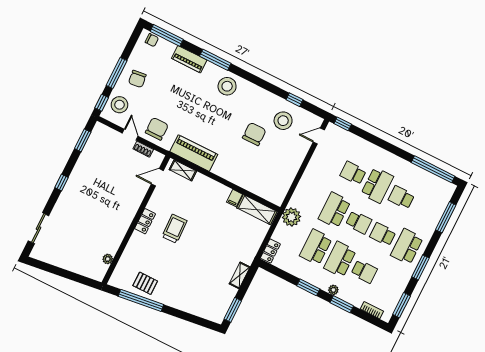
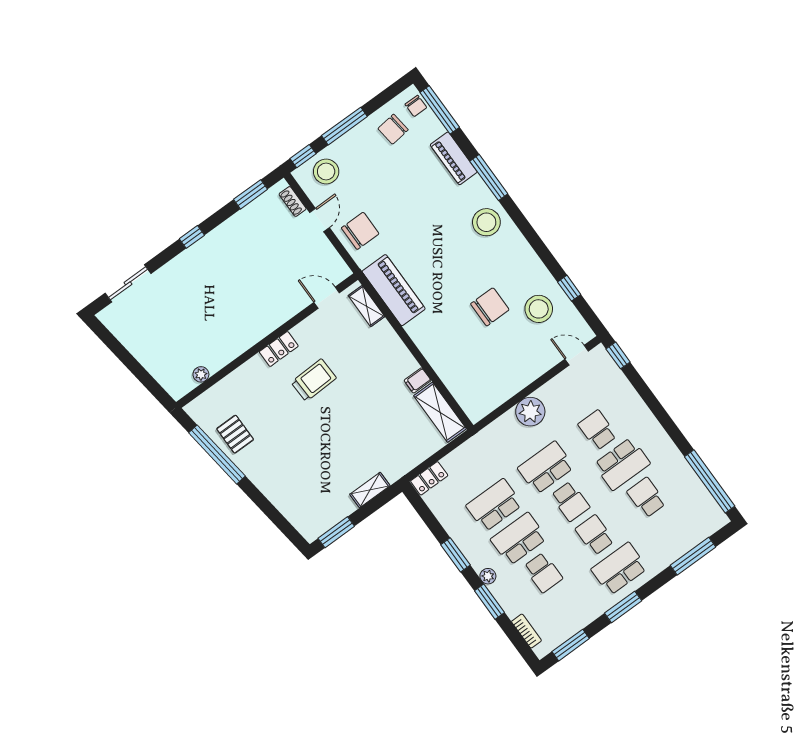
chair: (137, 79) -> (393, 129), moved
shoe rack: (143, 149) -> (293, 201), moved
plant: (291, 217) -> (530, 412), moved

